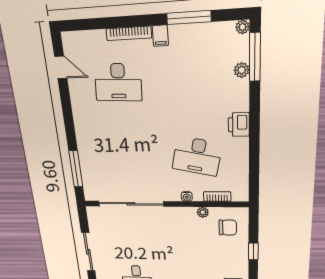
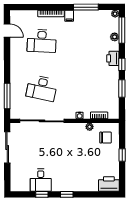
window: (254, 117) -> (122, 64), added
printer: (239, 125) -> (113, 58), moved
desk: (197, 156) -> (42, 88), moved
window: (254, 156) -> (122, 88), added
sliding door: (88, 252) -> (7, 147), moved

